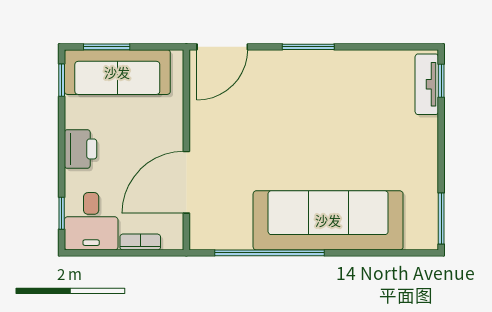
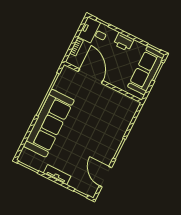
door: (222, 47) -> (105, 177), moved
tv unit: (427, 84) -> (57, 175), moved

